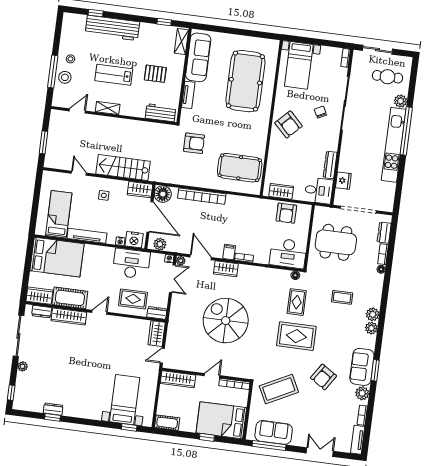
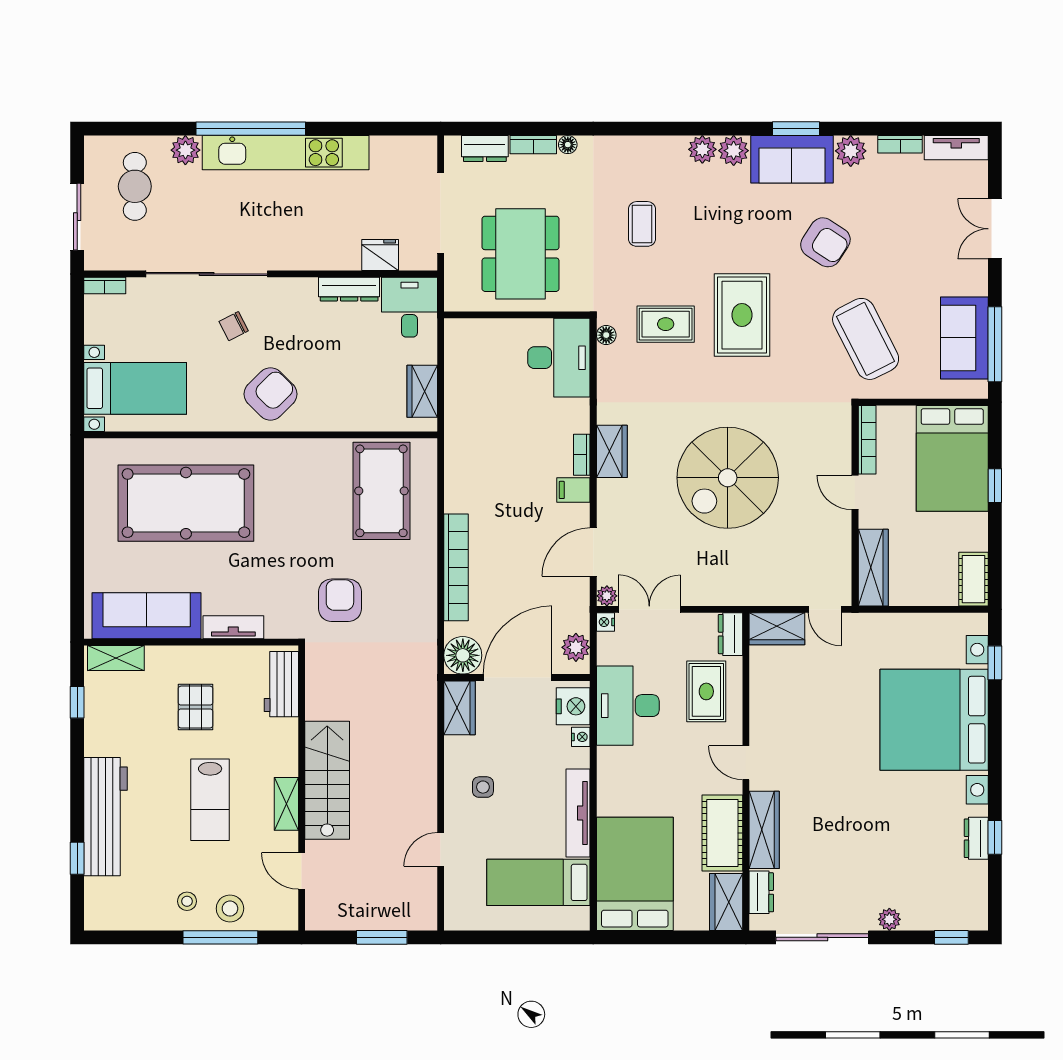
stairs: (123, 168) -> (327, 780), moved, turned 180
armchair: (286, 213) -> (470, 373), removed
wardrobe: (226, 269) -> (612, 451), moved
plant: (373, 314) -> (734, 151), moved
bed with nightstands: (125, 400) -> (934, 720), width x1.85

